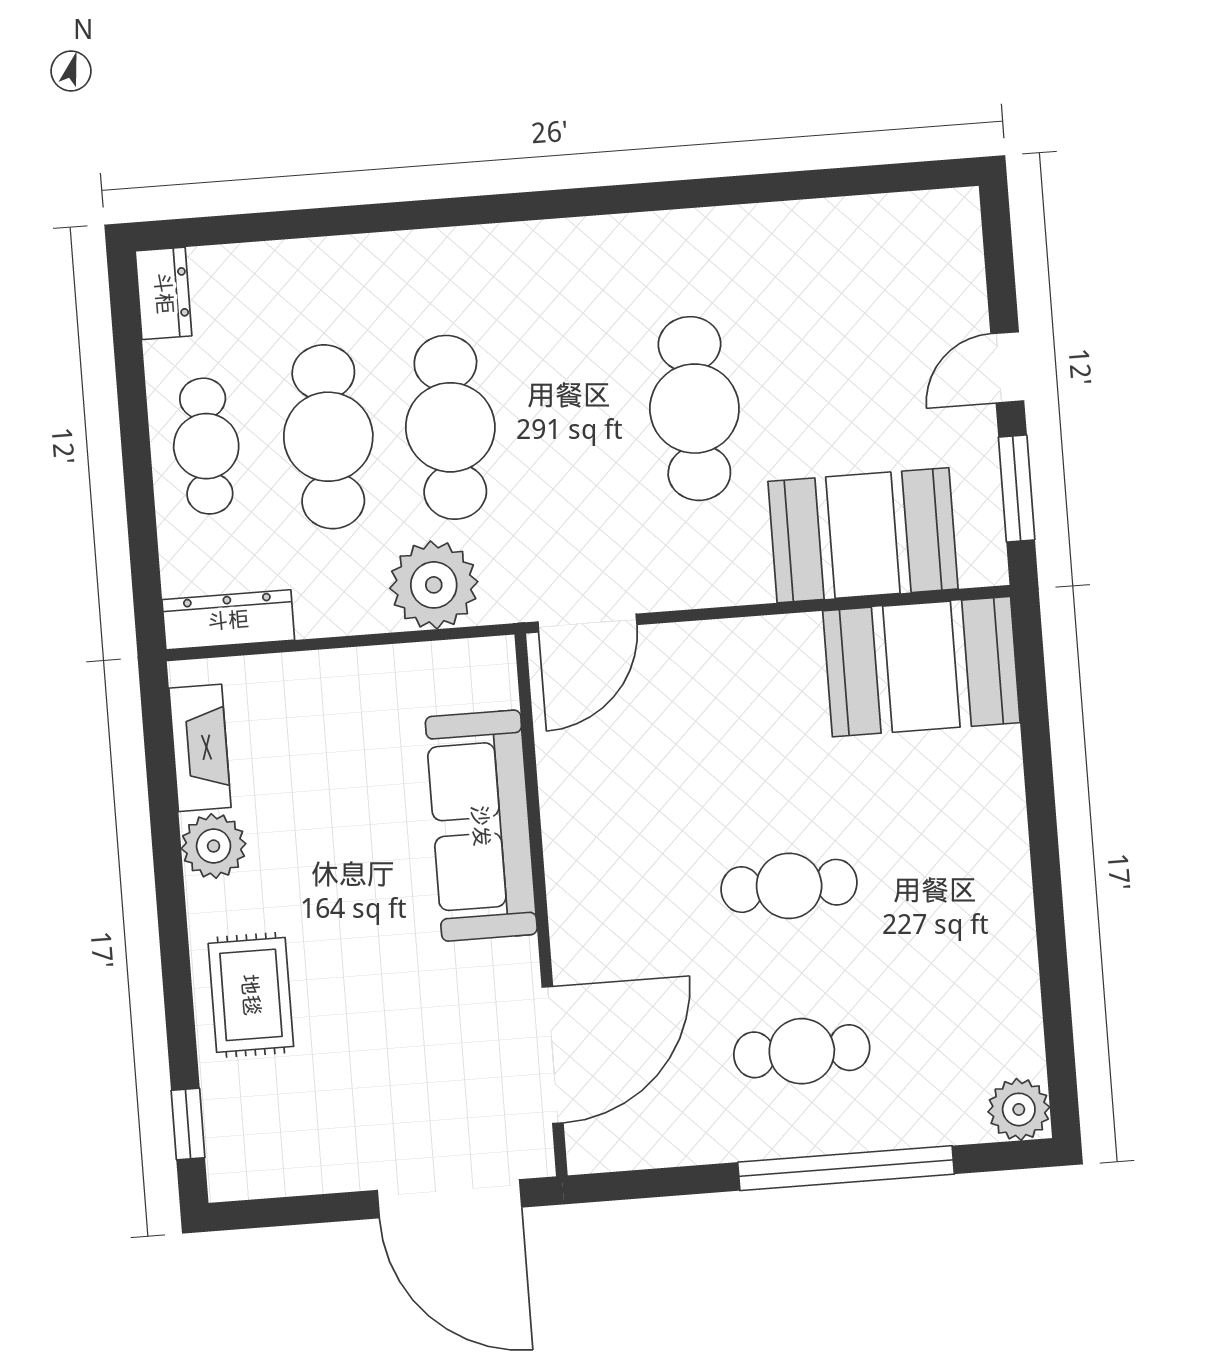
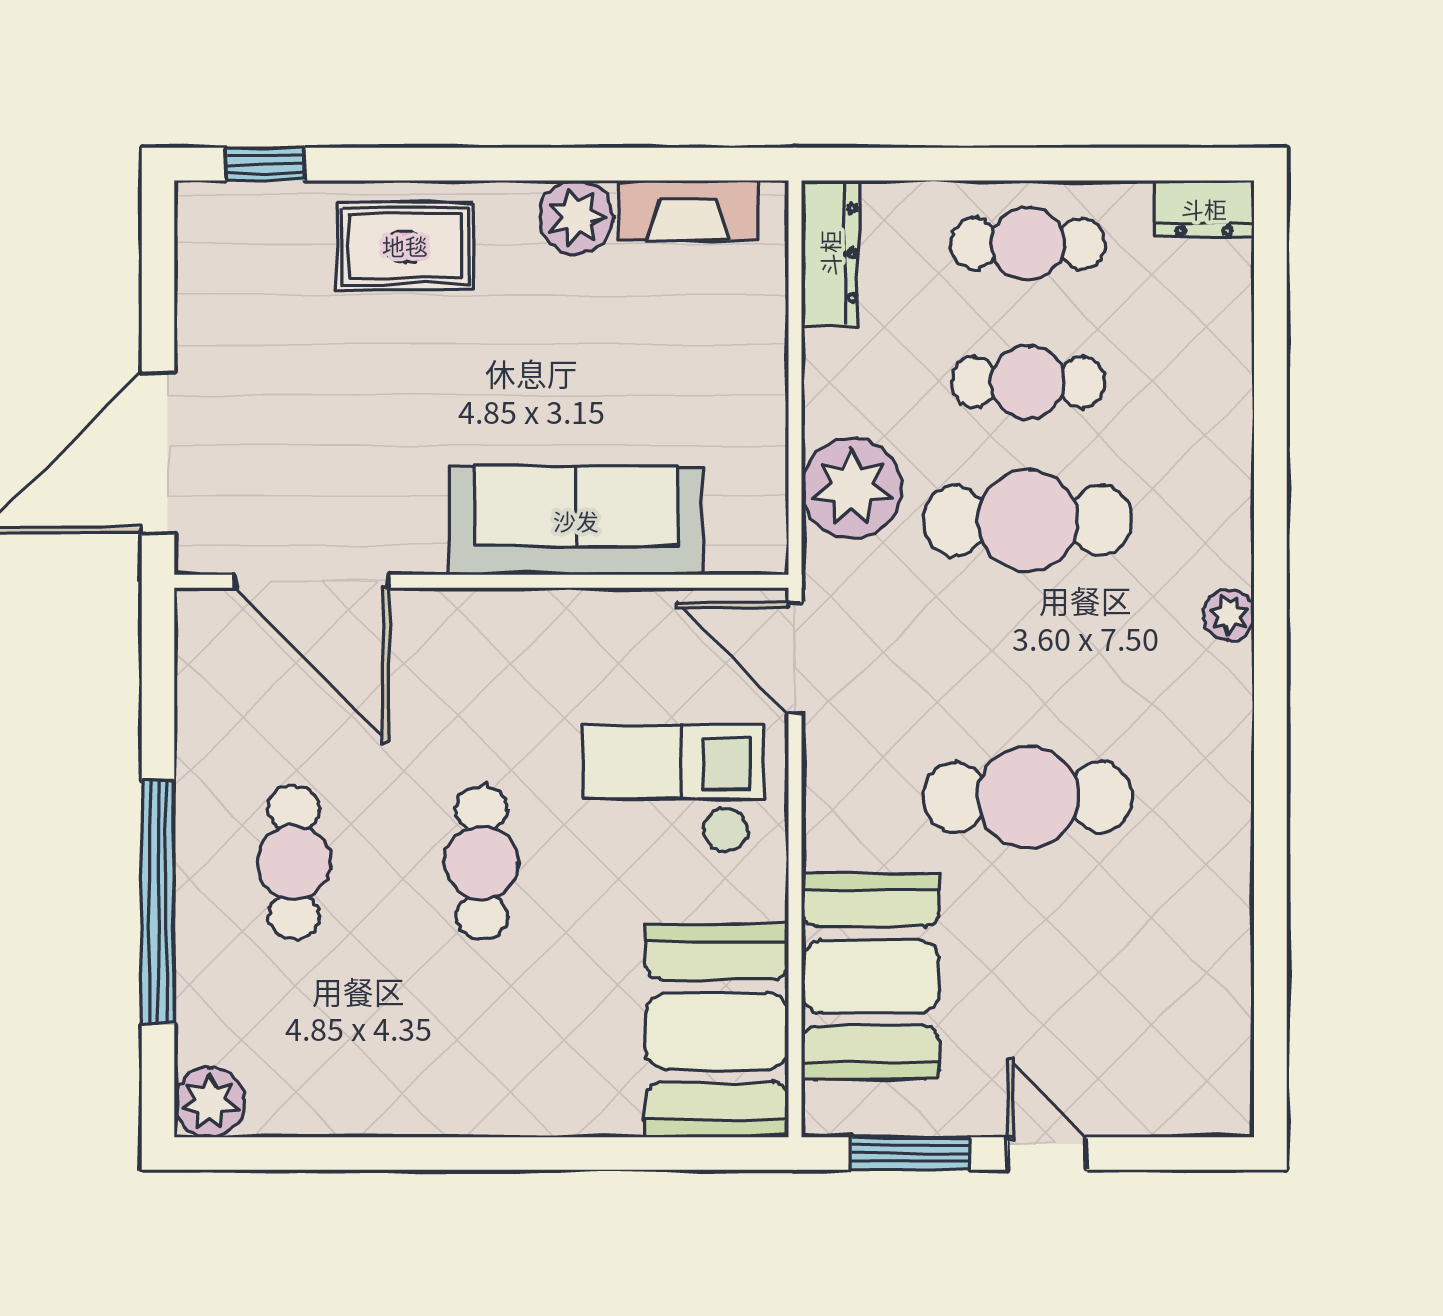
plant: (520, 244) -> (1229, 614), added
cafe table: (328, 437) -> (1028, 382), width x0.73, depth x0.74
checkout: (711, 722) -> (673, 789), added

